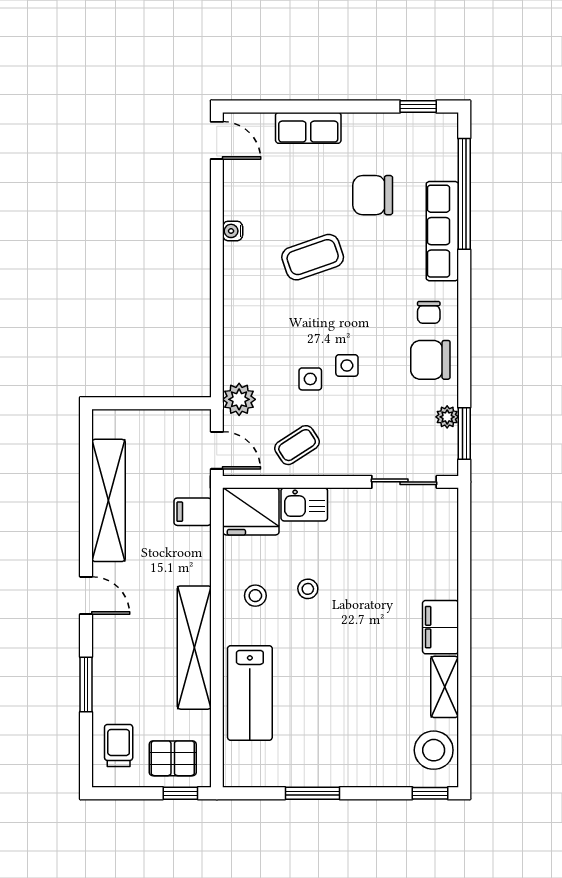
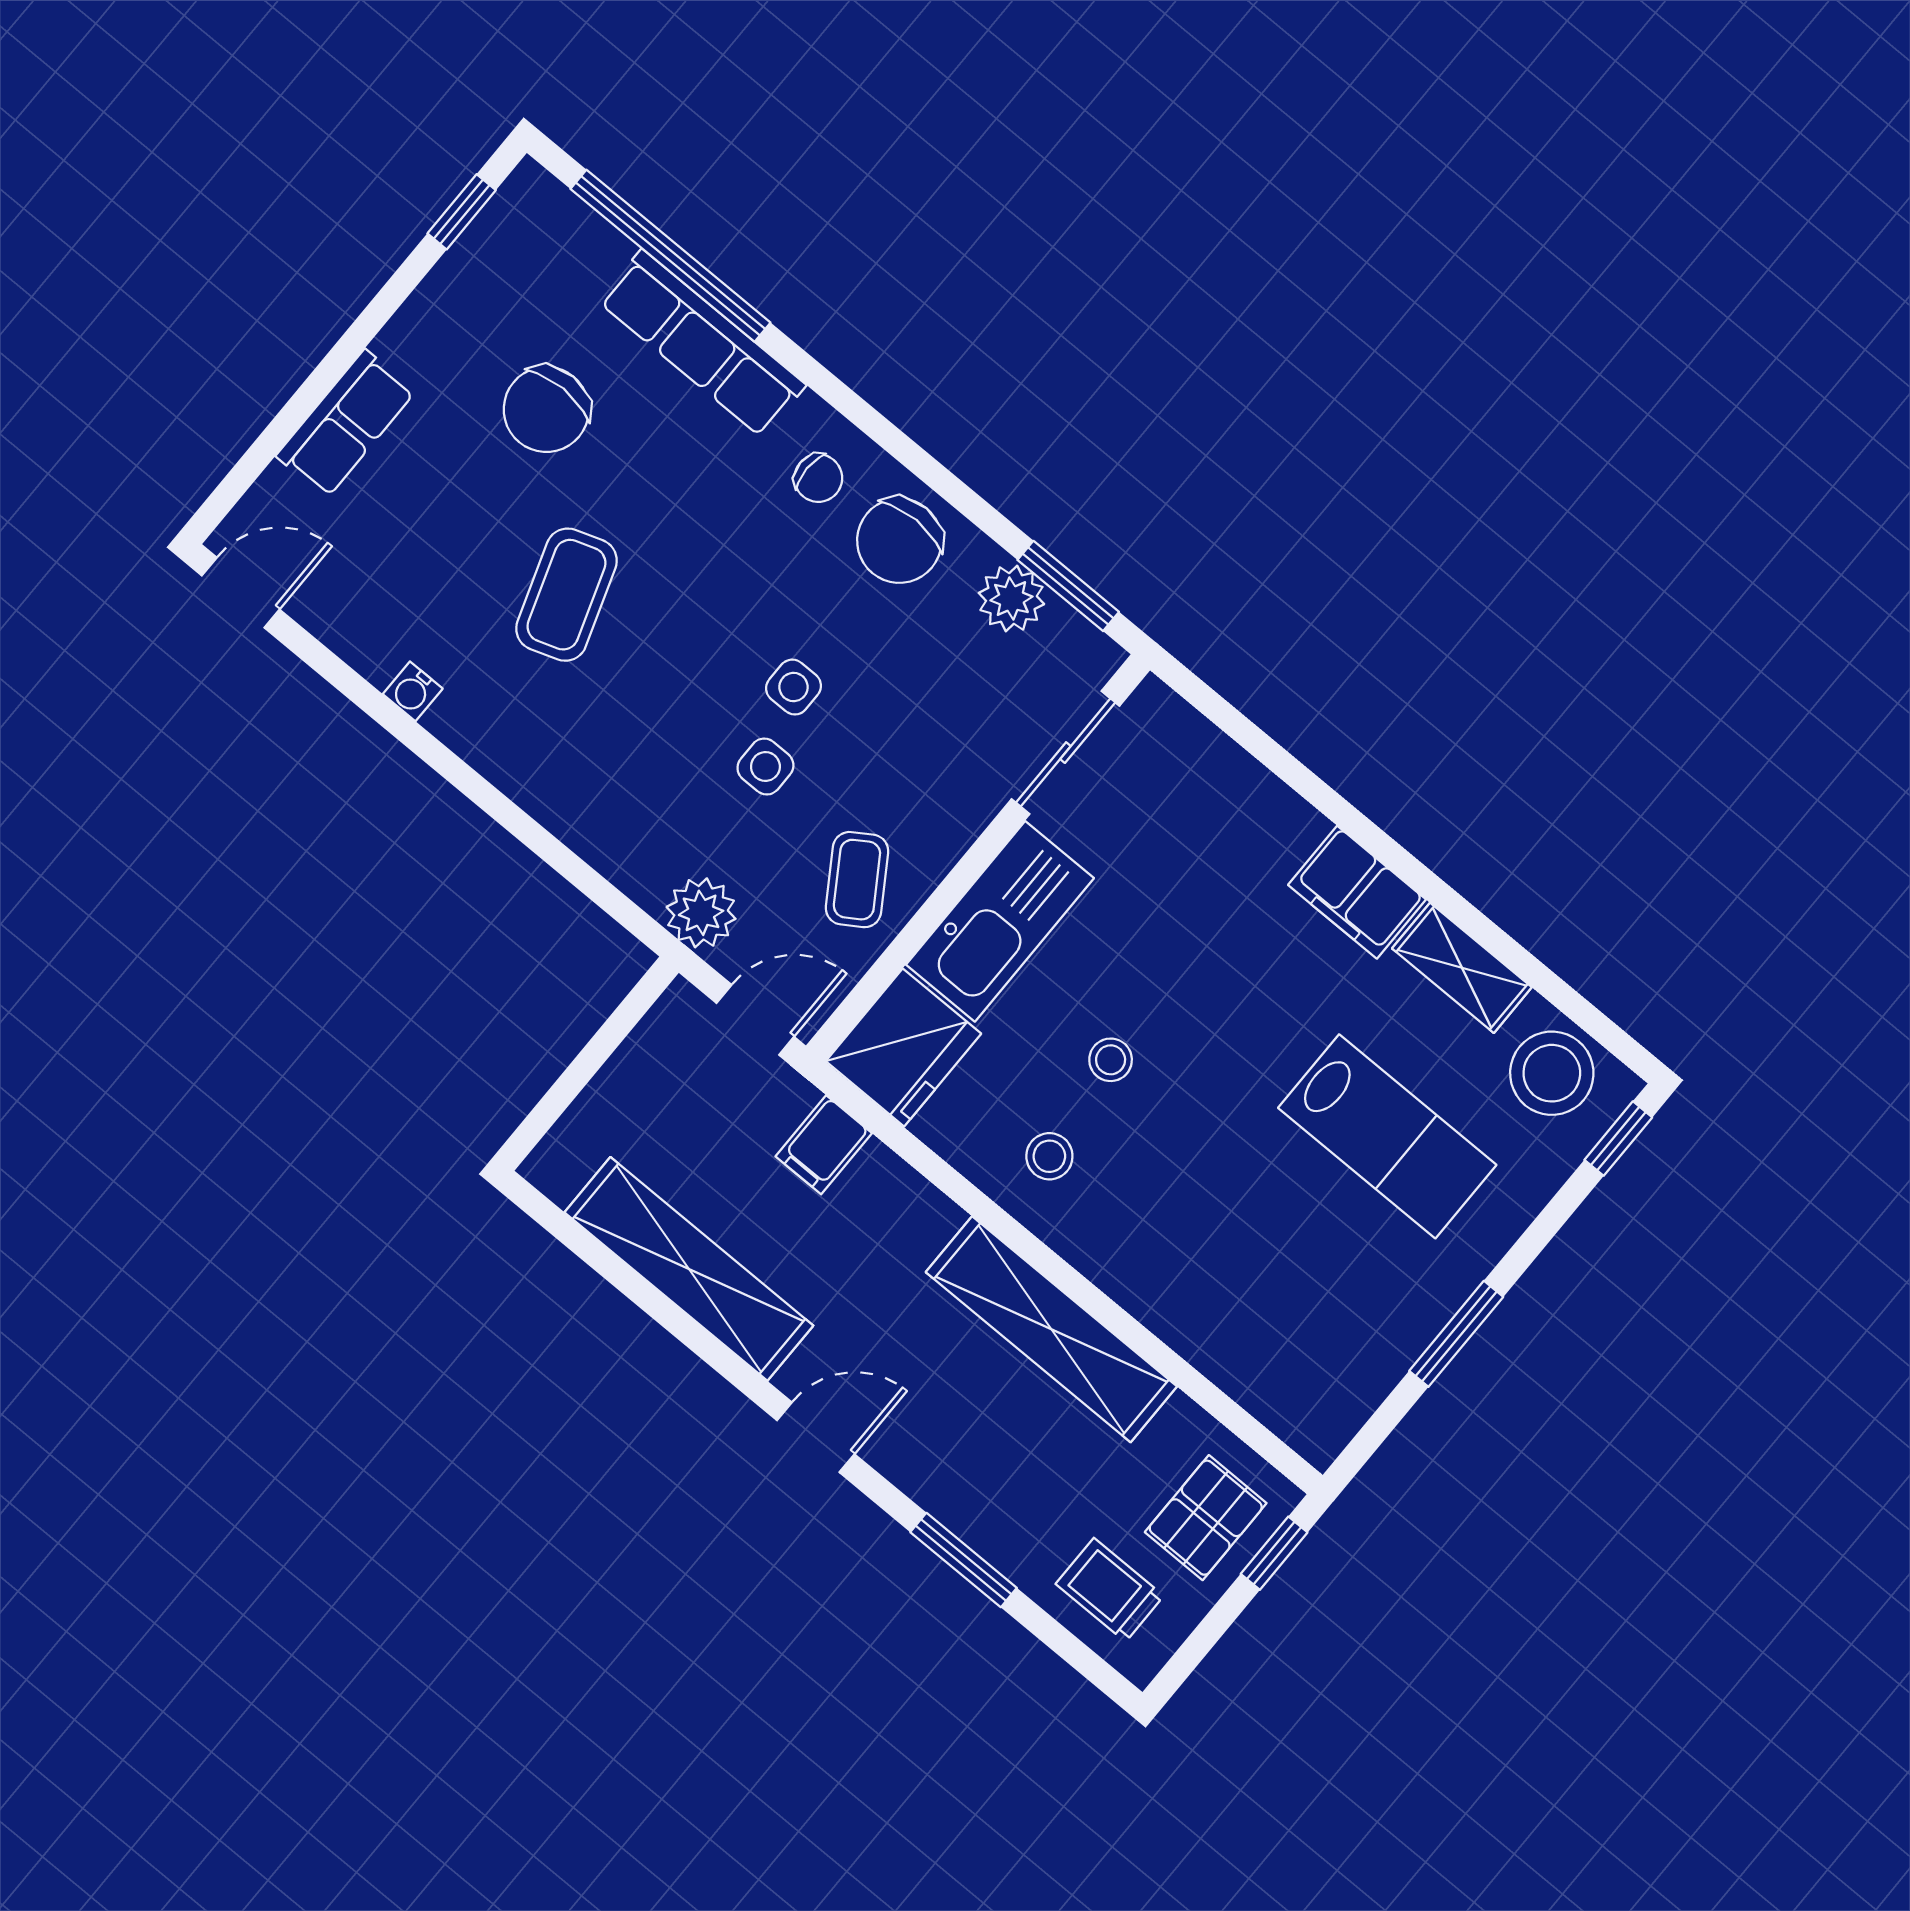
plant: (447, 417) -> (1011, 599), width x1.38, depth x1.38
kitchen sink: (304, 504) -> (1000, 921), width x1.88, depth x1.24
lab bench: (250, 693) -> (1387, 1136), moved

